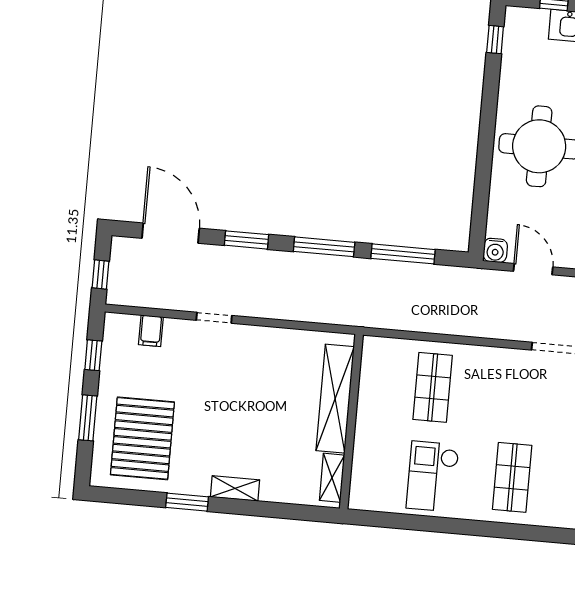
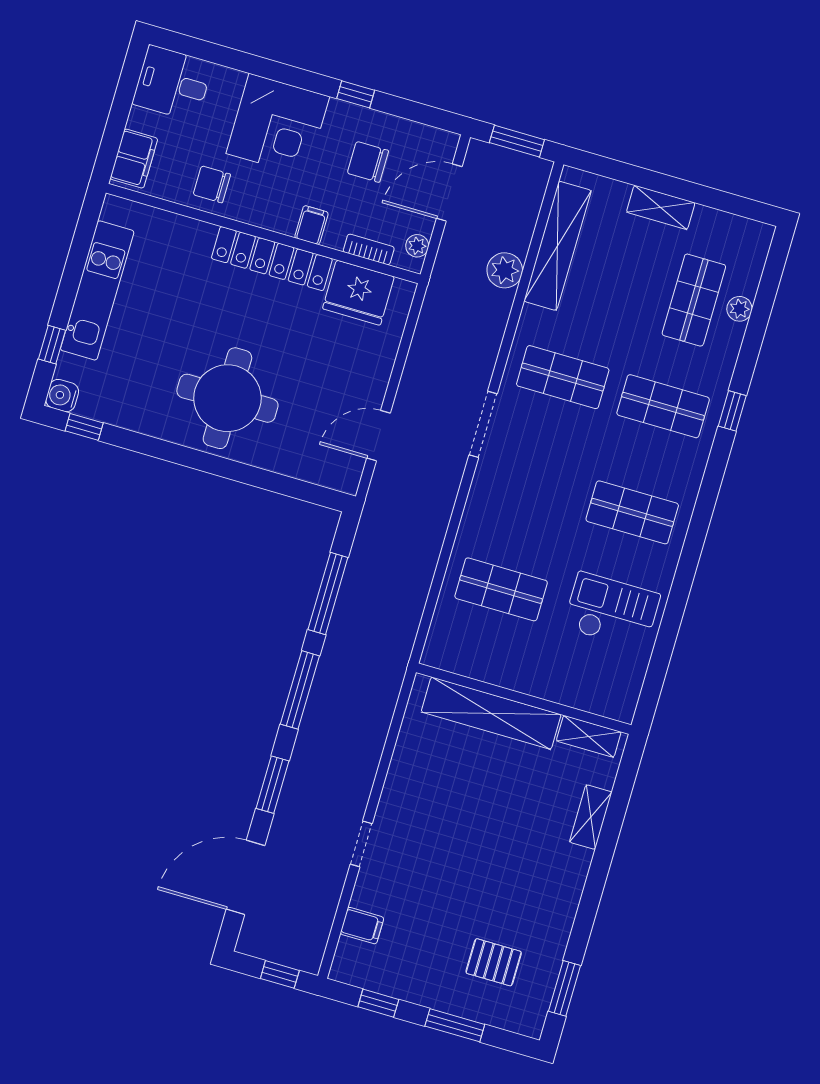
water cooler: (495, 250) -> (62, 396), moved, turned 180
pallet: (142, 438) -> (494, 962), width x0.49, depth x0.50
checkout: (433, 476) -> (612, 611), turned 180
shelving: (235, 488) -> (591, 817), moved
window: (187, 502) -> (565, 988), moved

